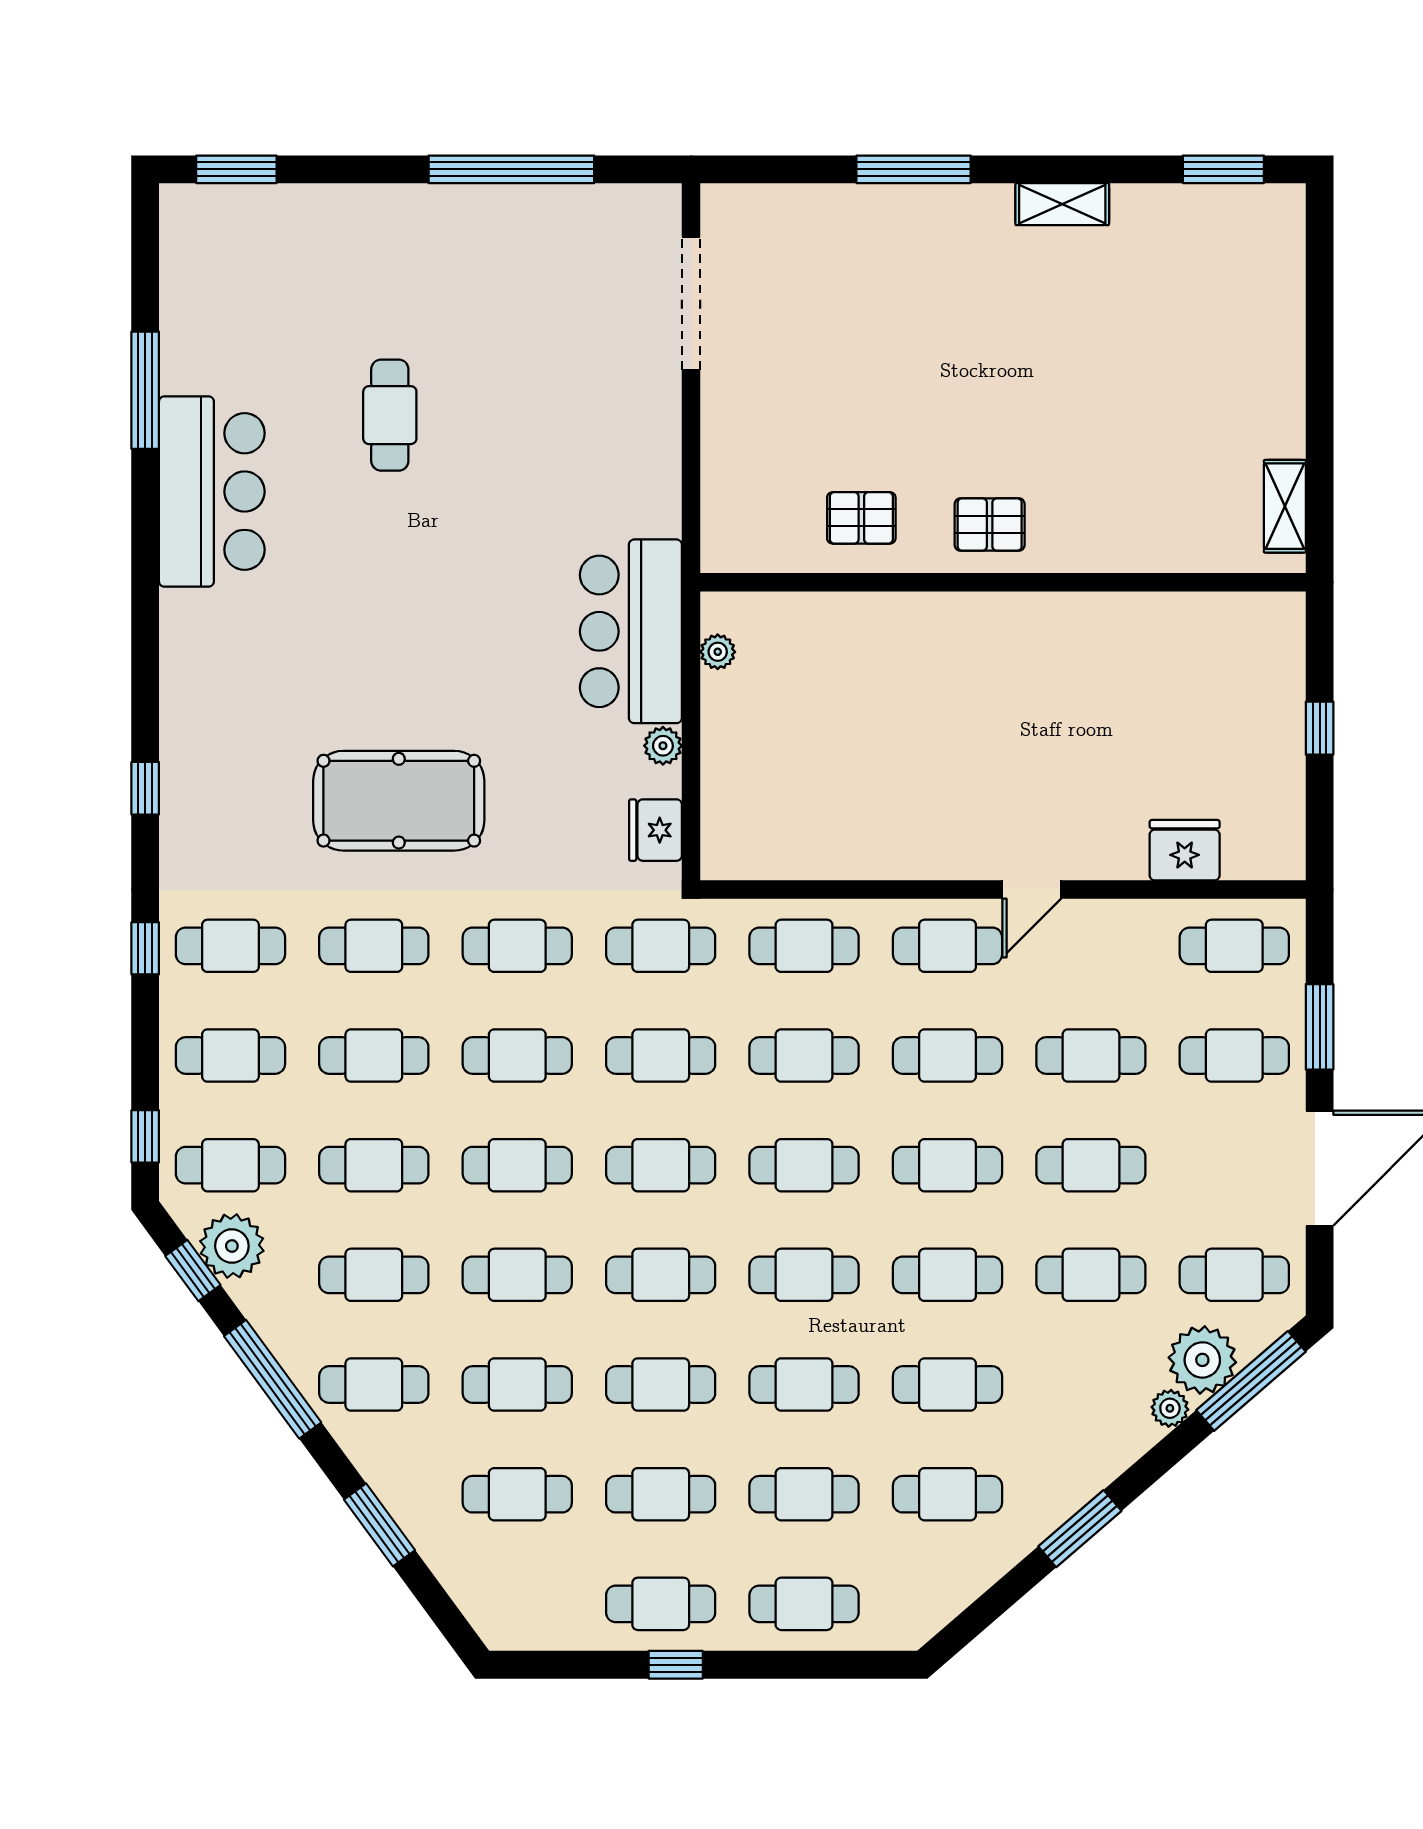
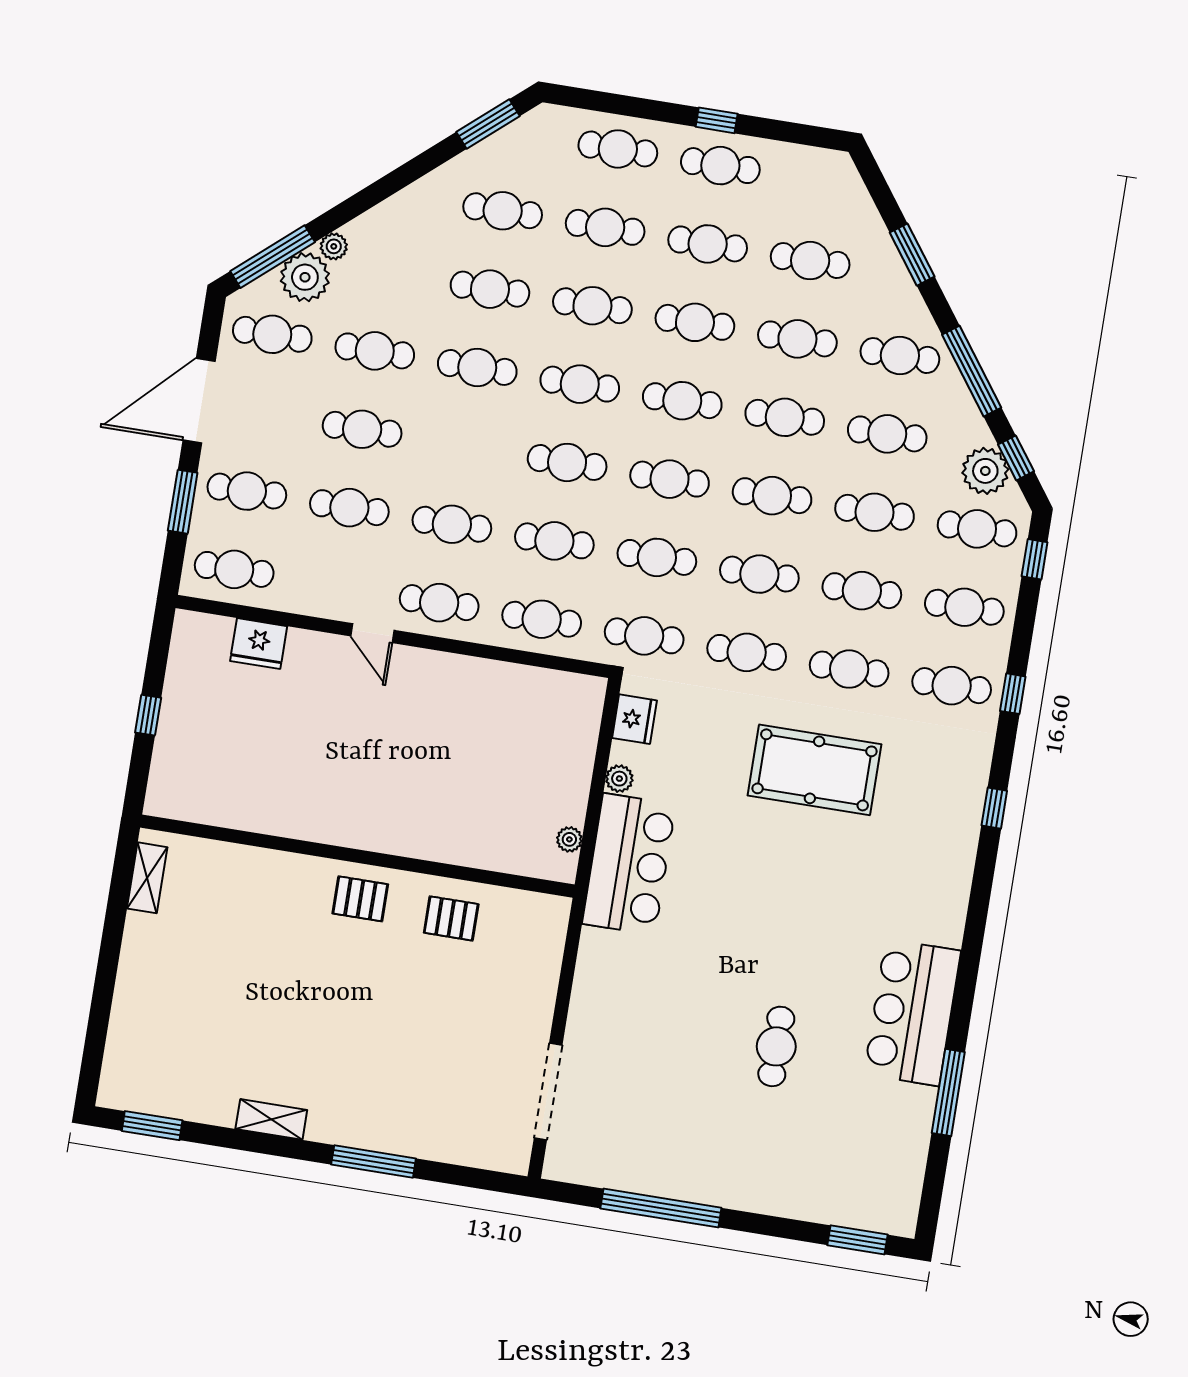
door: (1032, 890) -> (372, 633), swing flipped
cafe table: (947, 1165) -> (465, 446), removed
window: (1080, 1529) -> (488, 124), moved

